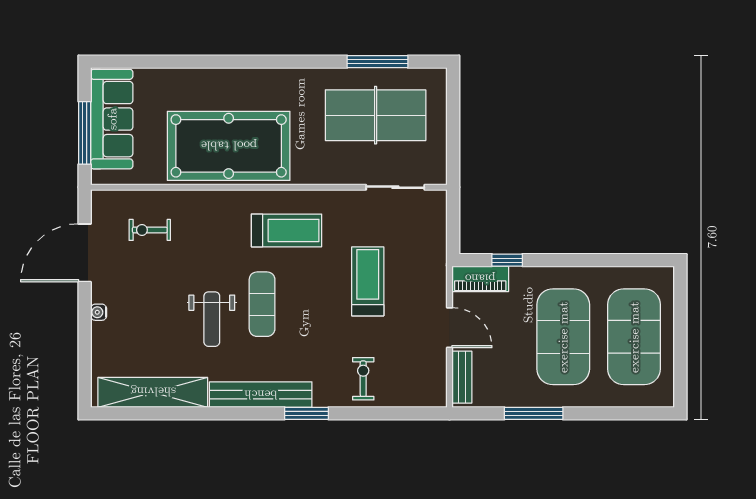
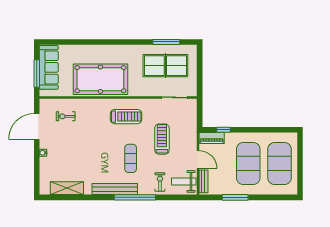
exercise mat: (262, 304) -> (131, 158), moved
weight bench: (212, 319) -> (184, 181), moved, turned 90
shelving: (153, 392) -> (67, 188), width x0.68
window: (306, 413) -> (135, 197), width x2.11

